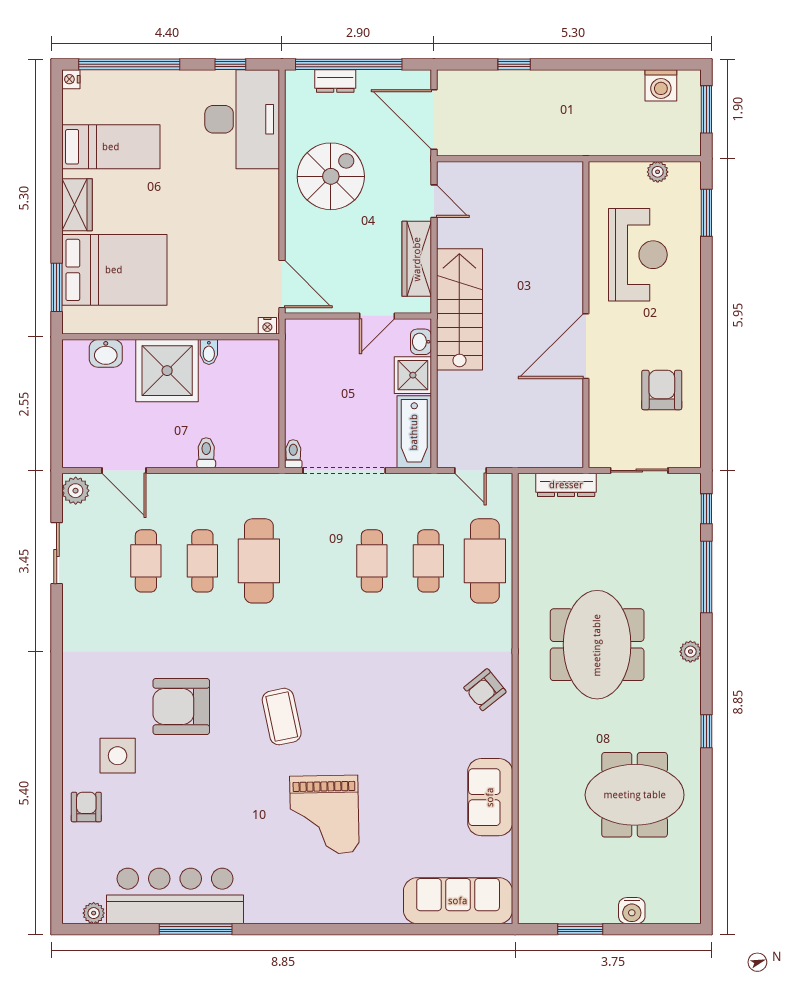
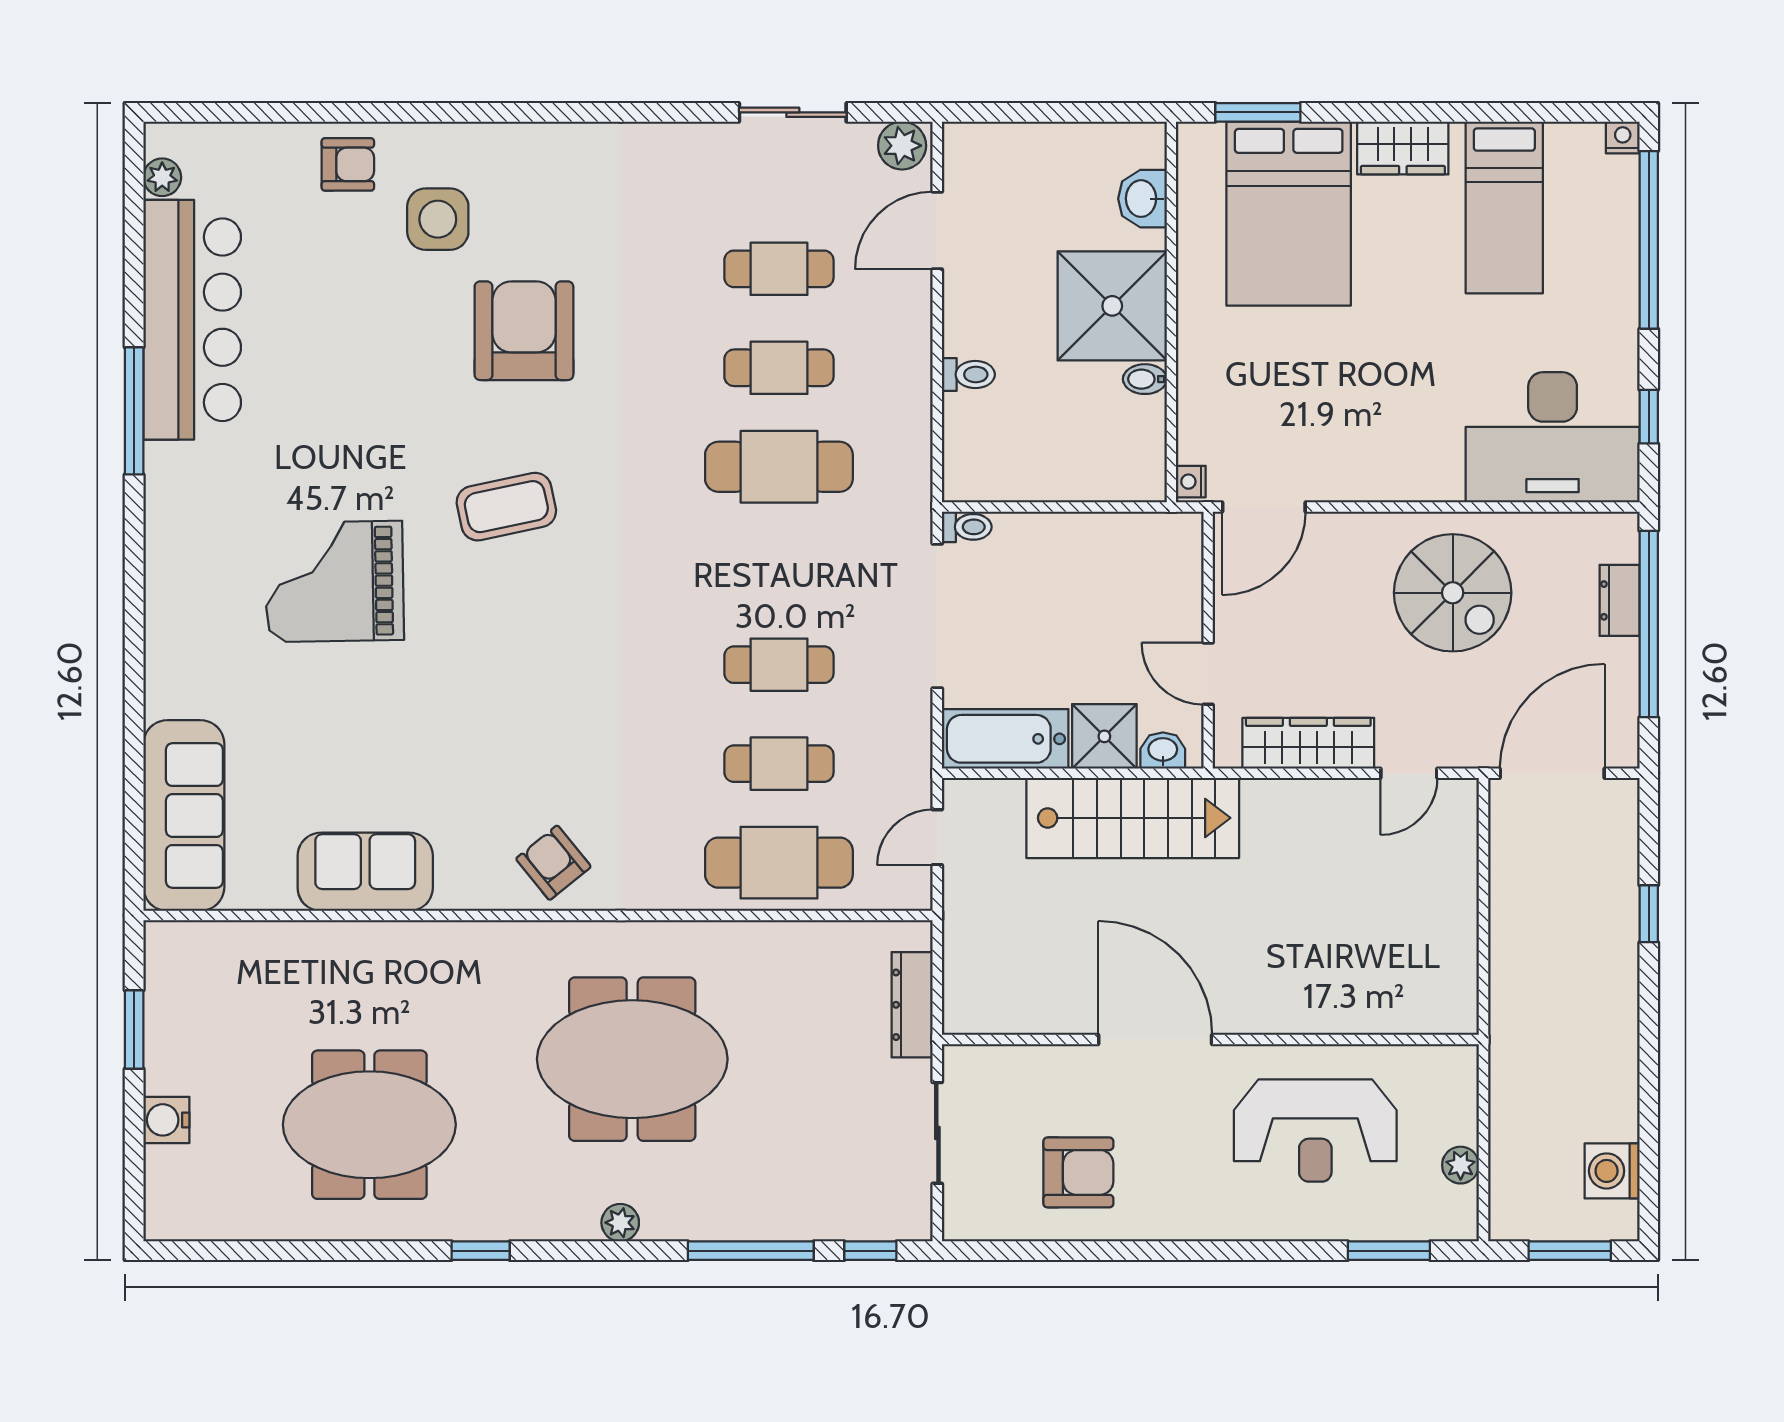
stairs: (459, 309) -> (1133, 818), moved
meeting table: (635, 795) -> (369, 1125), turned 90
window: (196, 929) -> (134, 411), moved

